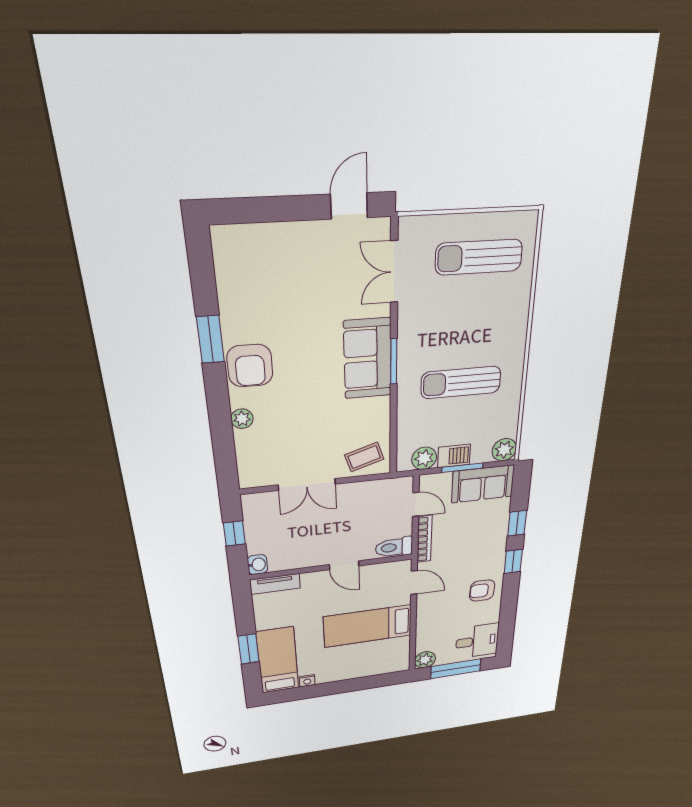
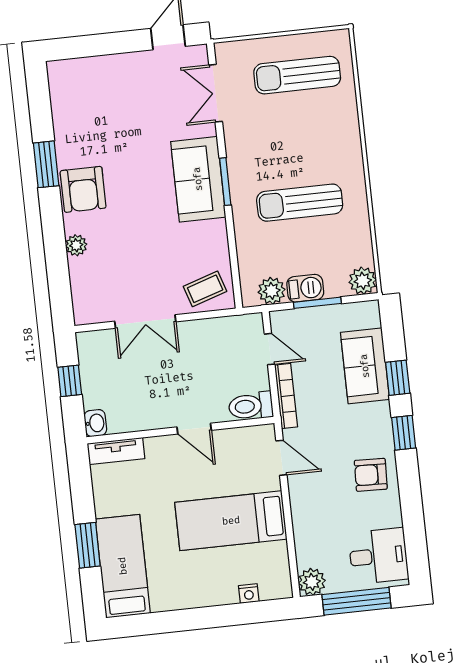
sofa: (483, 484) -> (365, 366), moved, turned 90
nightstand: (307, 681) -> (249, 594), moved

